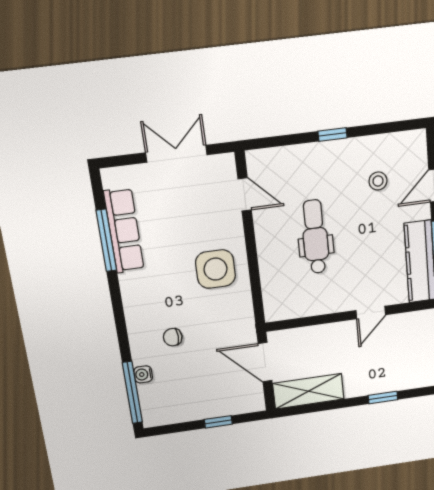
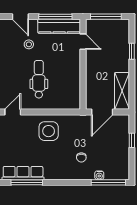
stool: (378, 181) -> (29, 44), moved
dental chair: (315, 237) -> (39, 79), turned 90
door: (371, 313) -> (83, 42), moved

